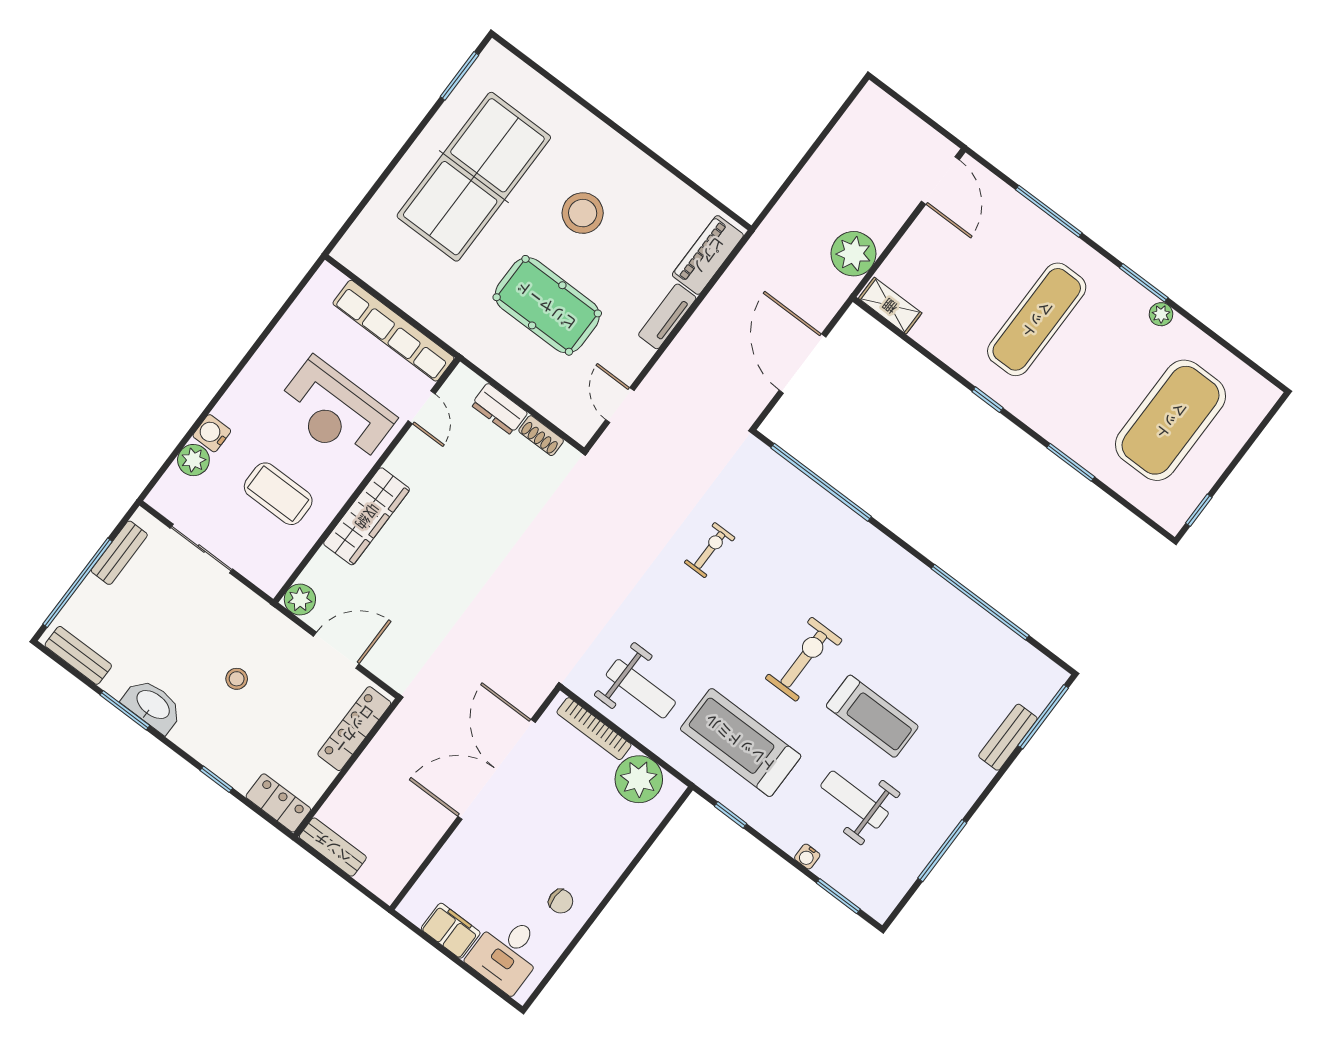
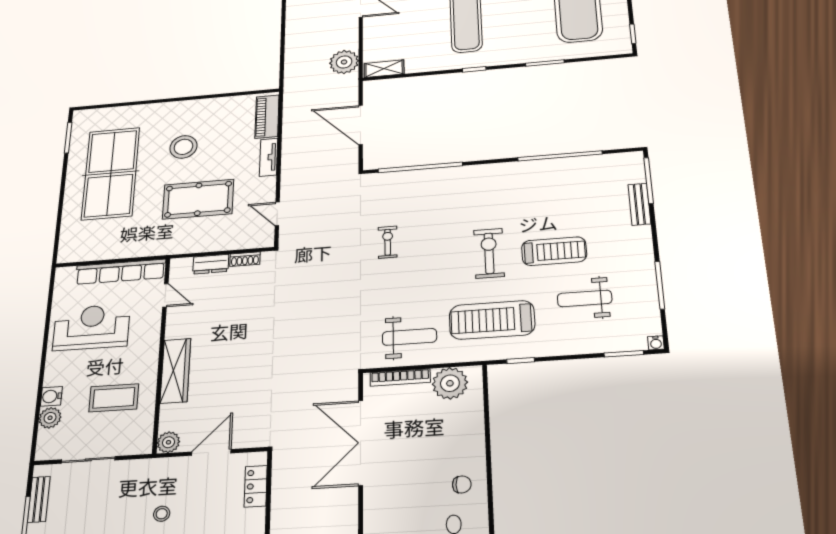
reception desk: (335, 412) -> (92, 327), moved, turned 180
locker: (354, 729) -> (256, 486), width x0.66
water cooler: (807, 857) -> (656, 343), moved

